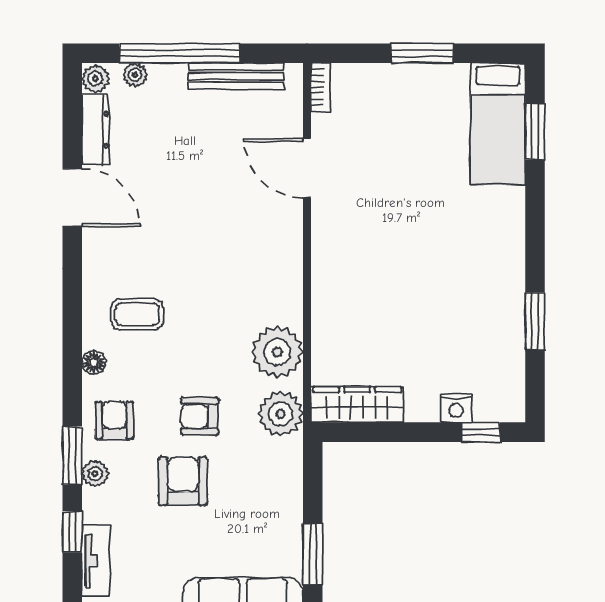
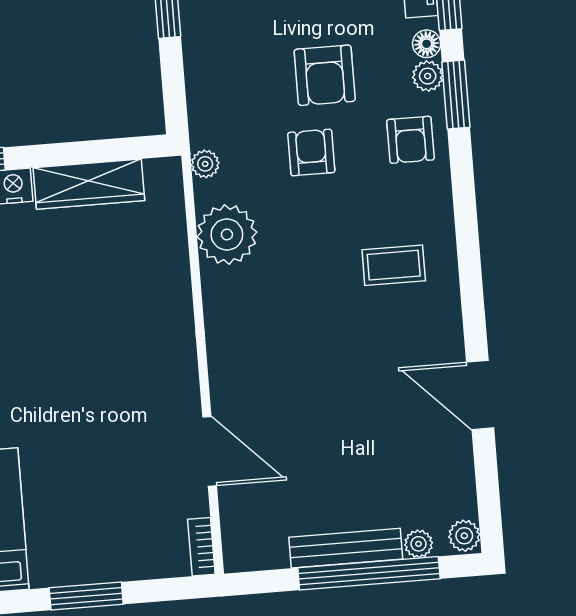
bench: (236, 76) -> (346, 548), moved
dresser: (96, 130) -> (459, 476), removed
floor lamp: (94, 362) -> (427, 44), moved
wardrobe: (357, 405) -> (89, 184), moved
plant: (281, 414) -> (205, 164), width x0.53, depth x0.53
armchair: (200, 416) -> (311, 152), turned -90

